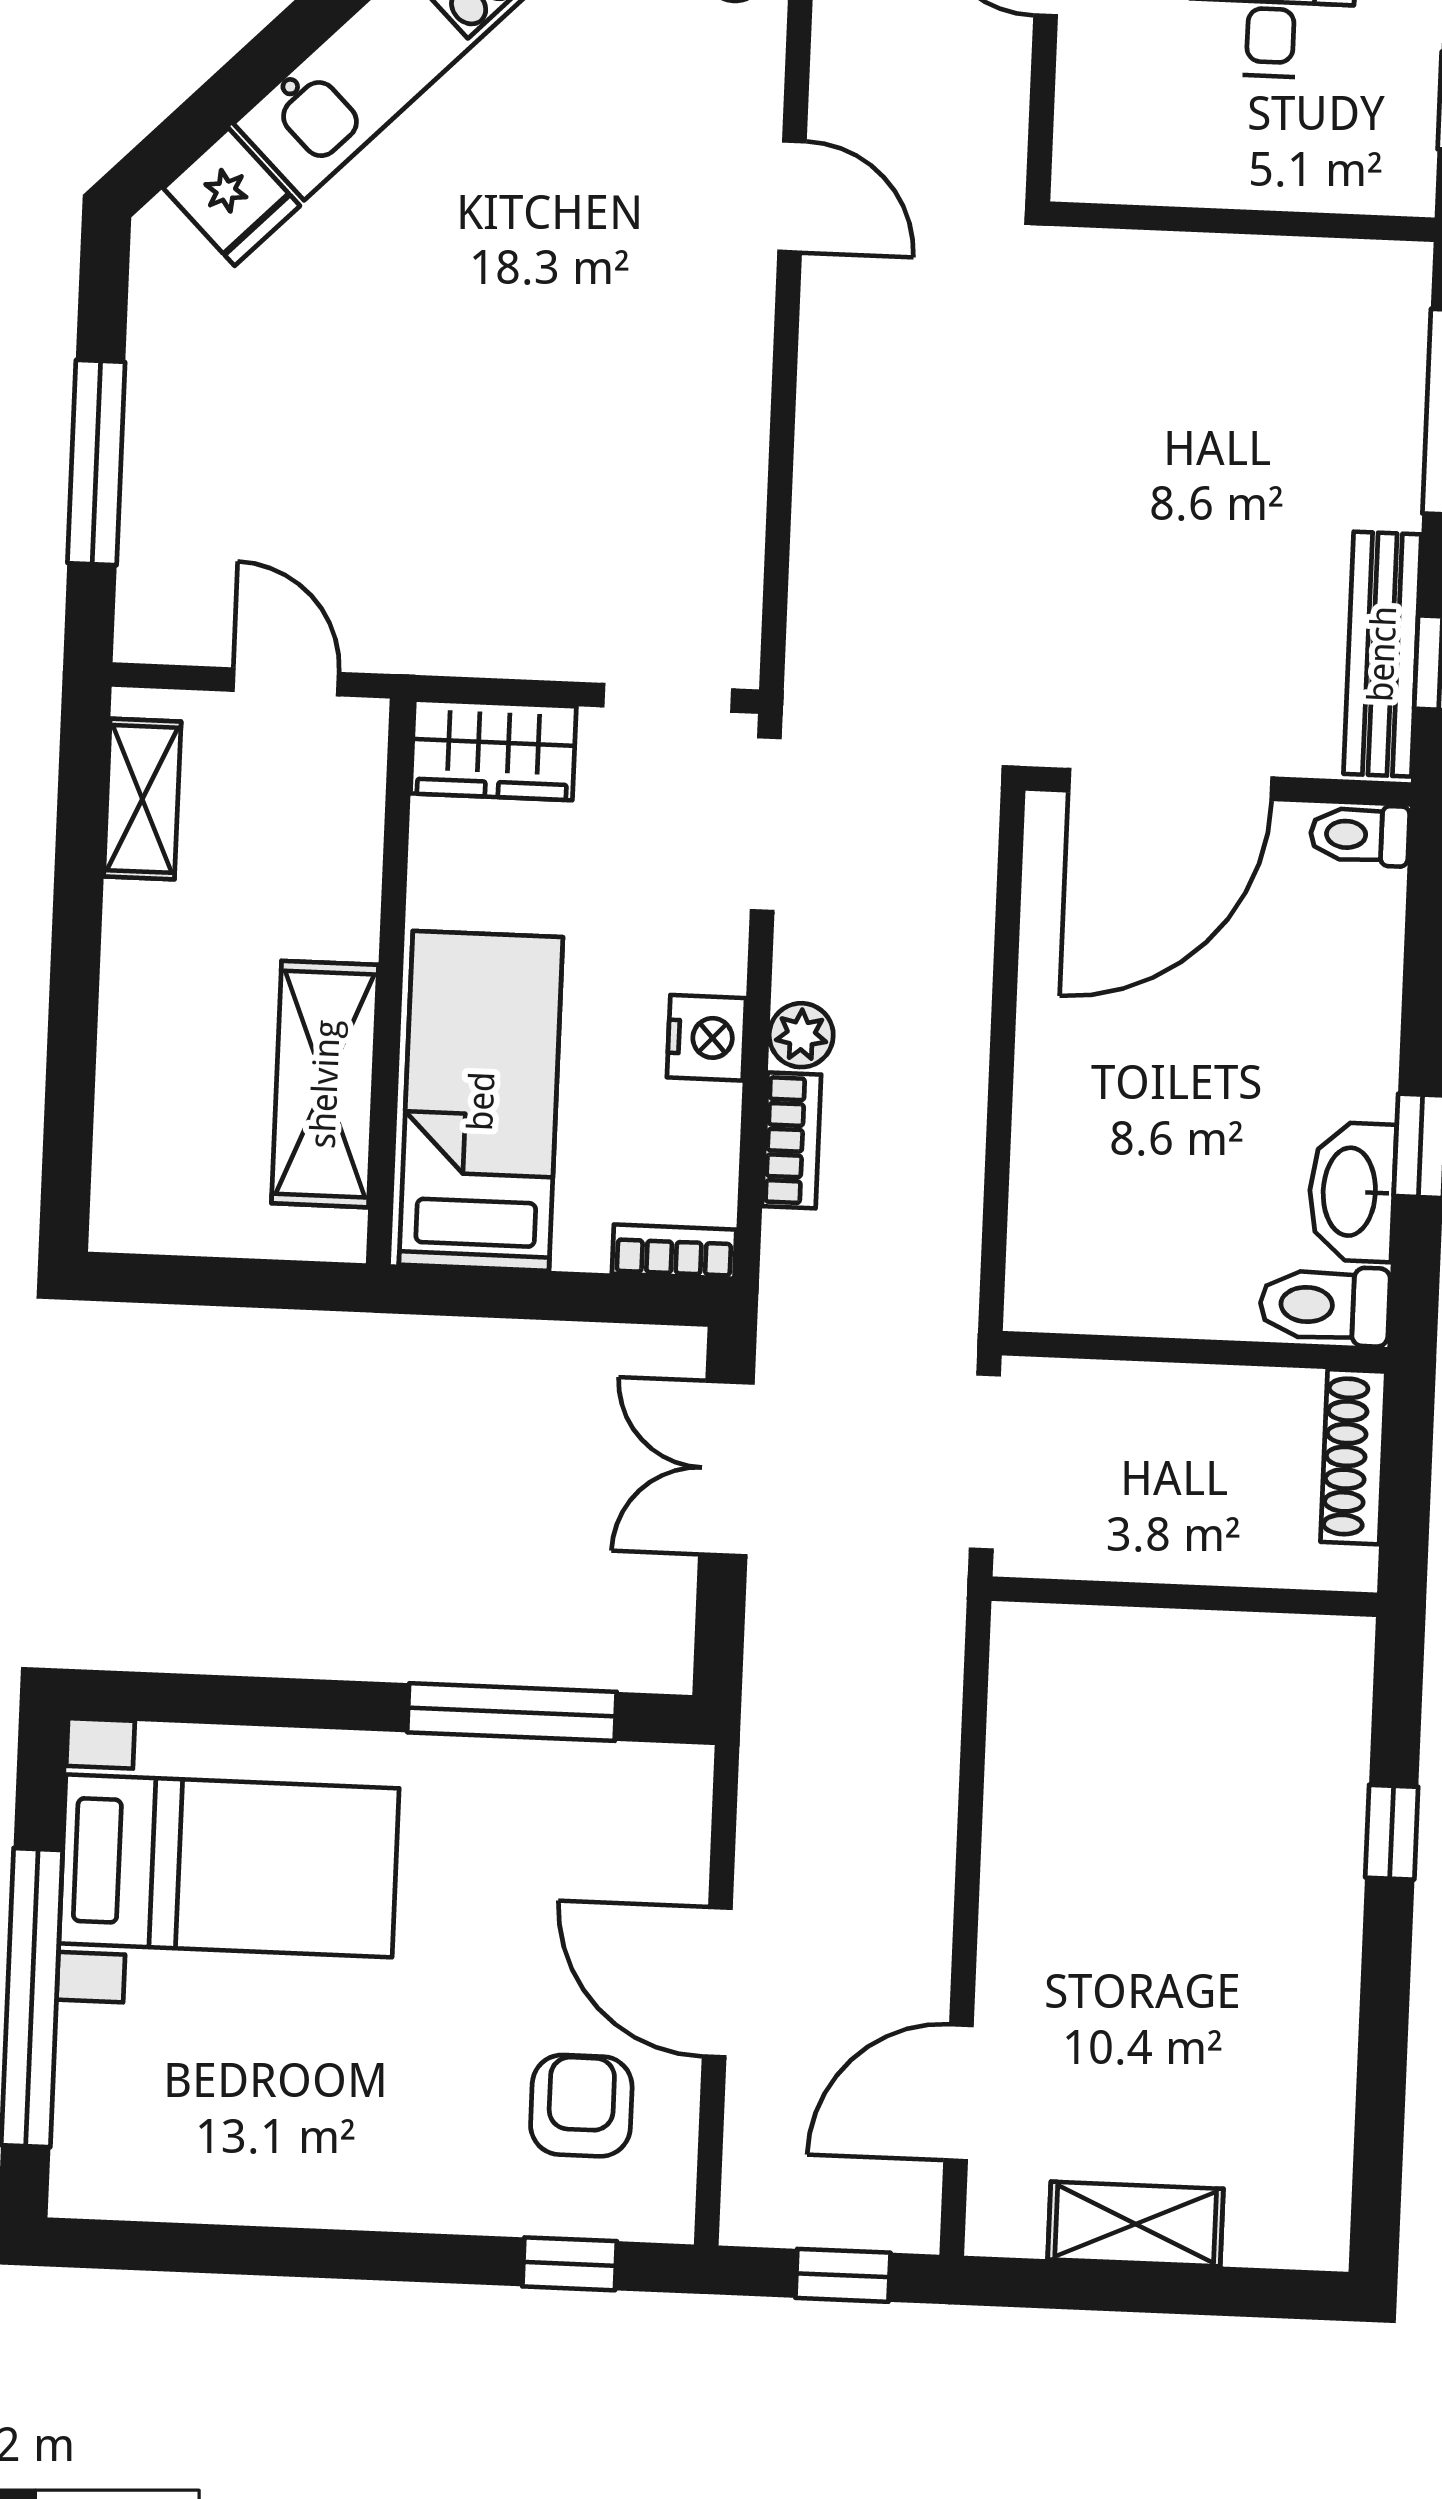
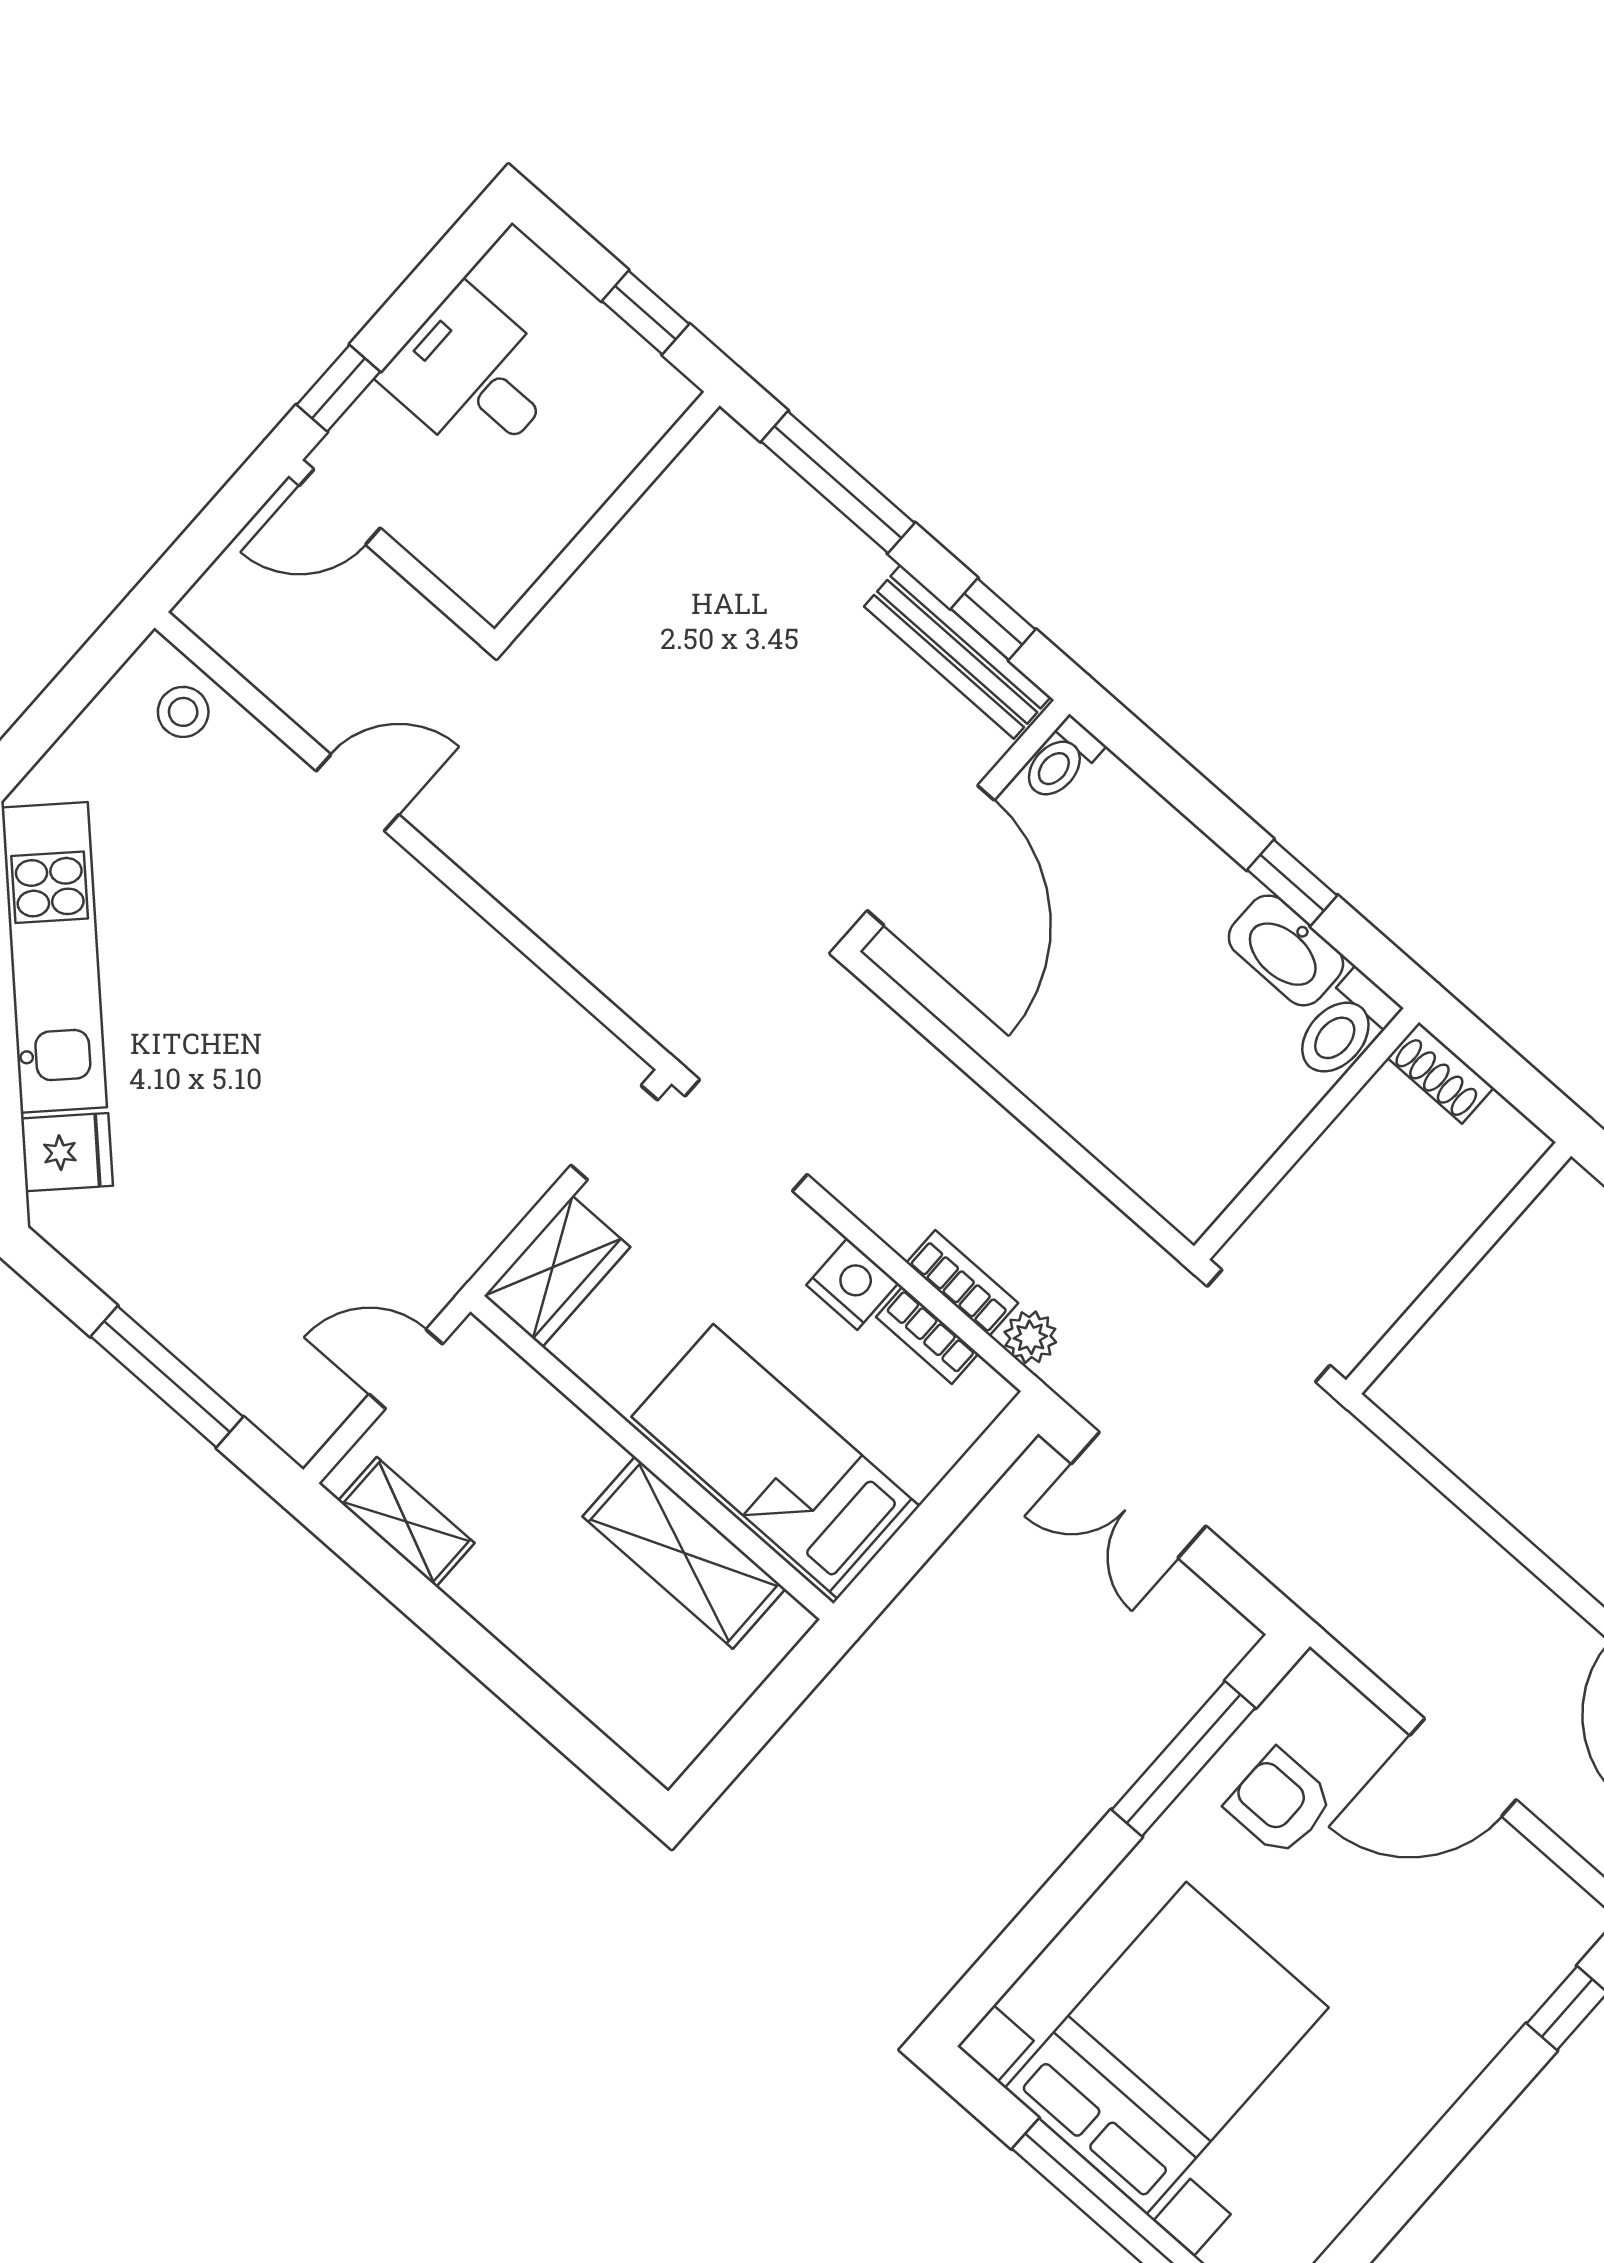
plant: (801, 1035) -> (1030, 1337), moved
bookcase: (674, 1252) -> (927, 1335), moved, turned -90
shoe rack: (1353, 1457) -> (1440, 1073), width x0.70
bed with nightstands: (229, 1866) -> (1167, 2048), width x1.36
armchair: (581, 2106) -> (1280, 1803), moved

